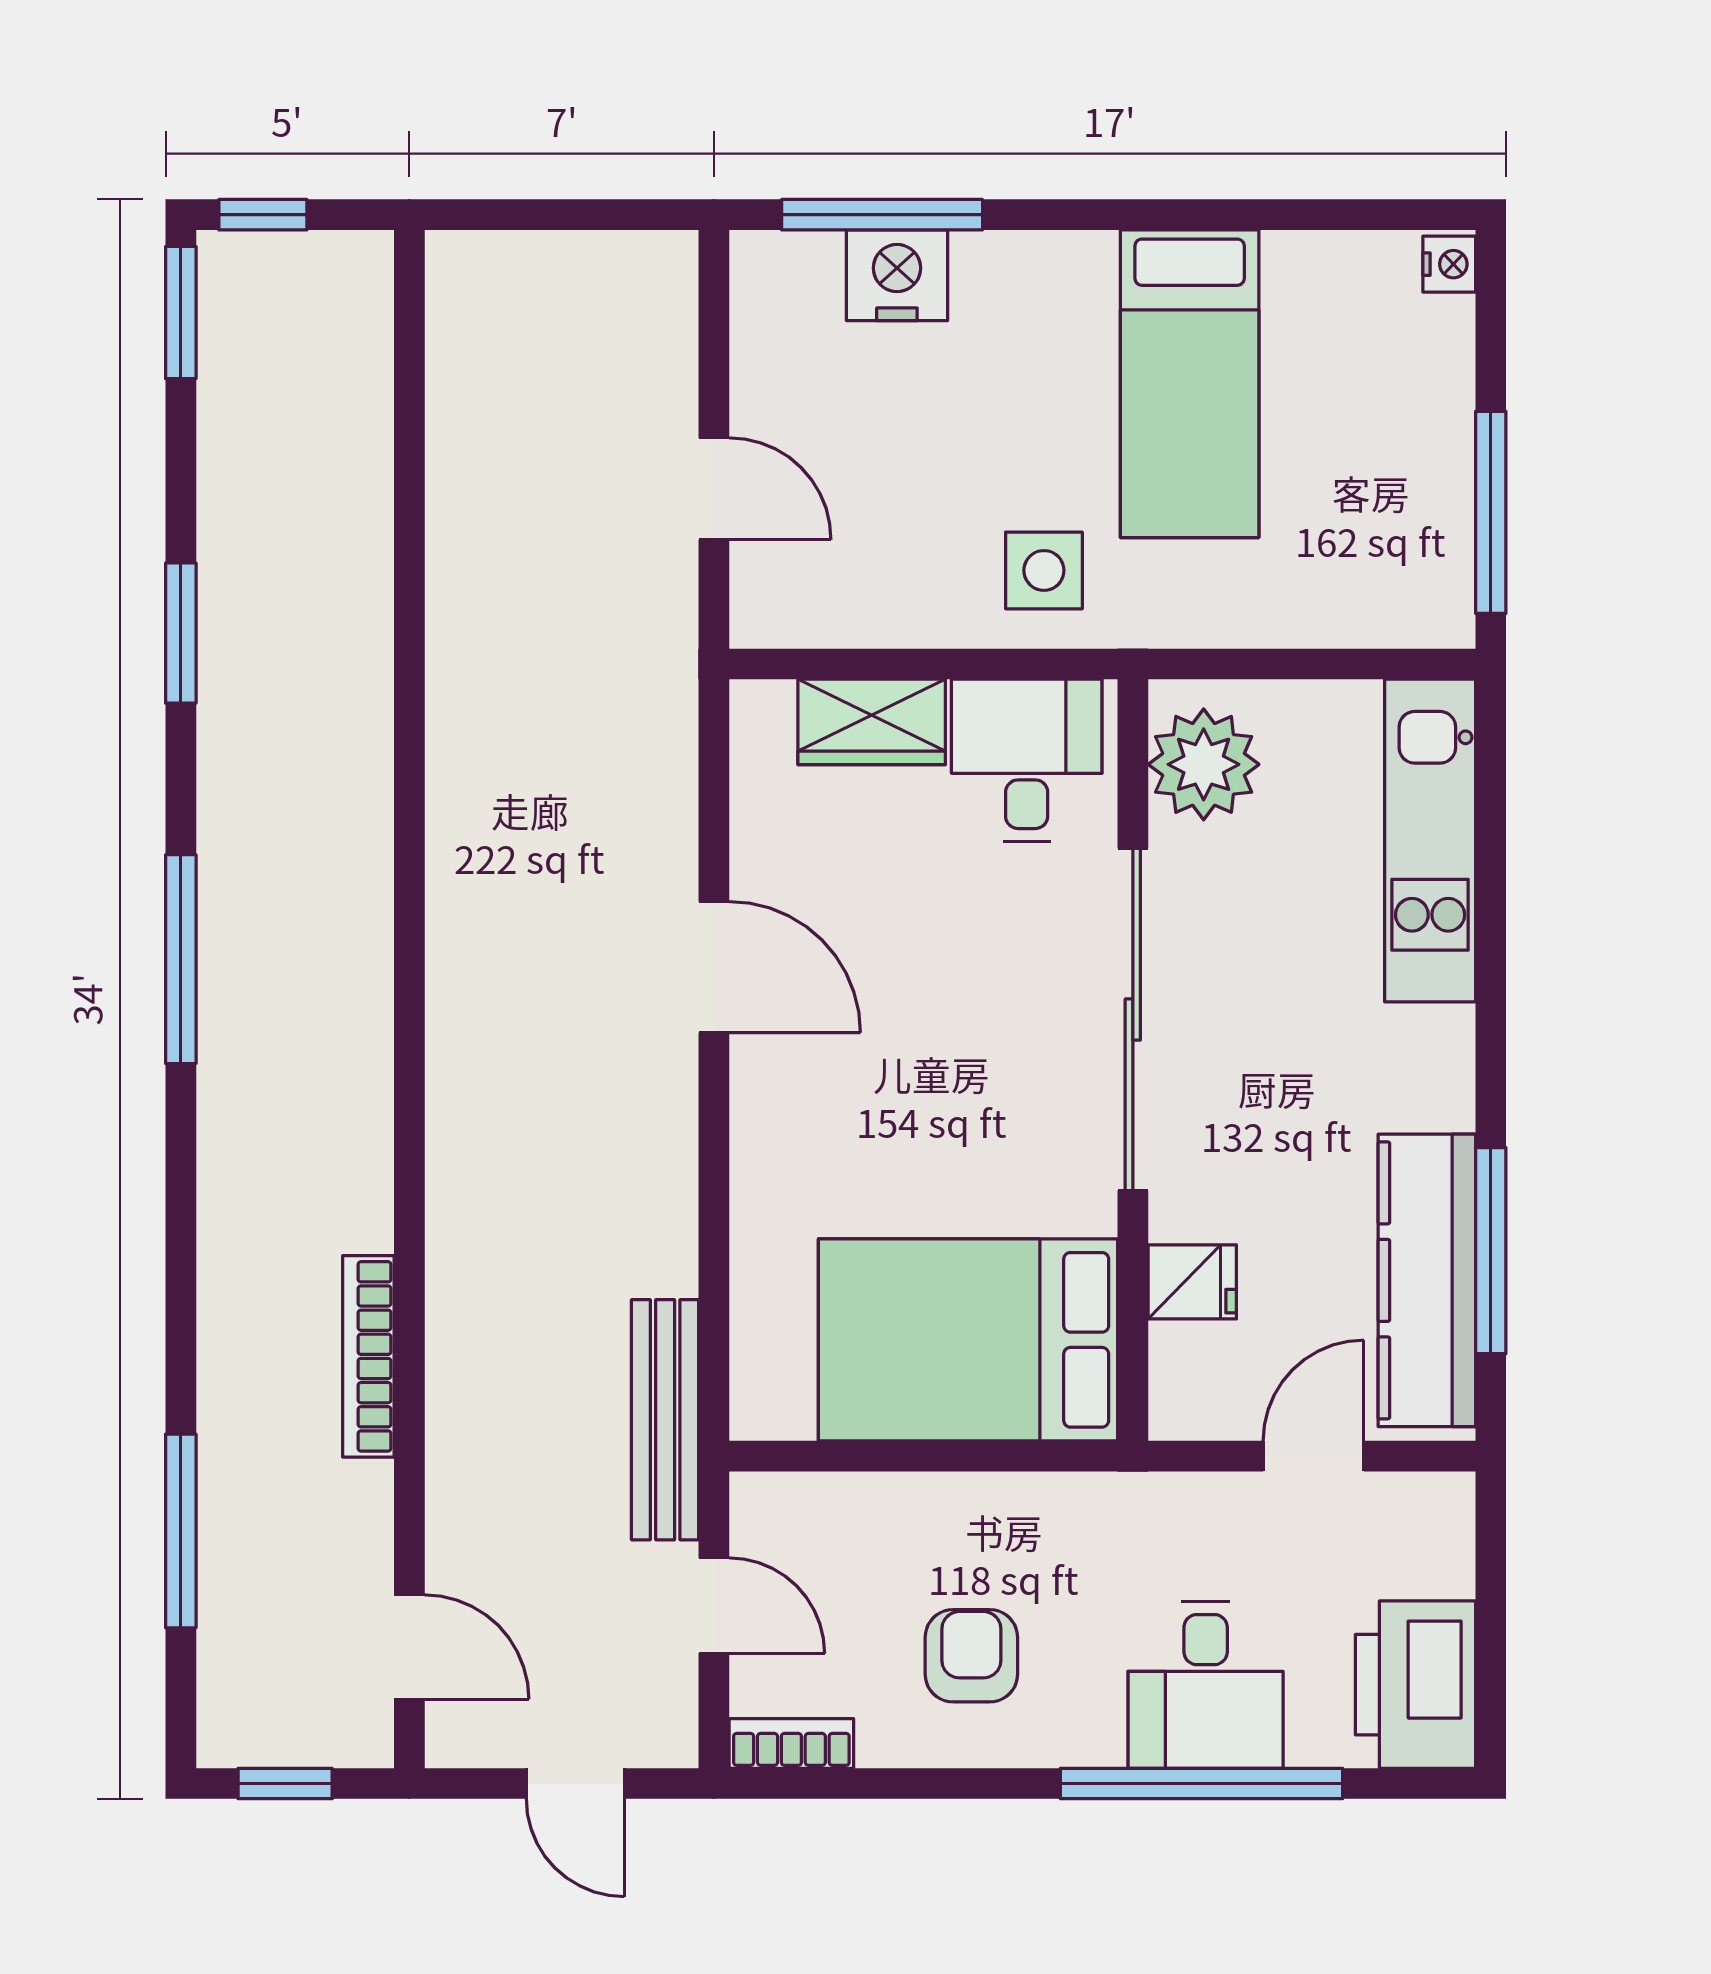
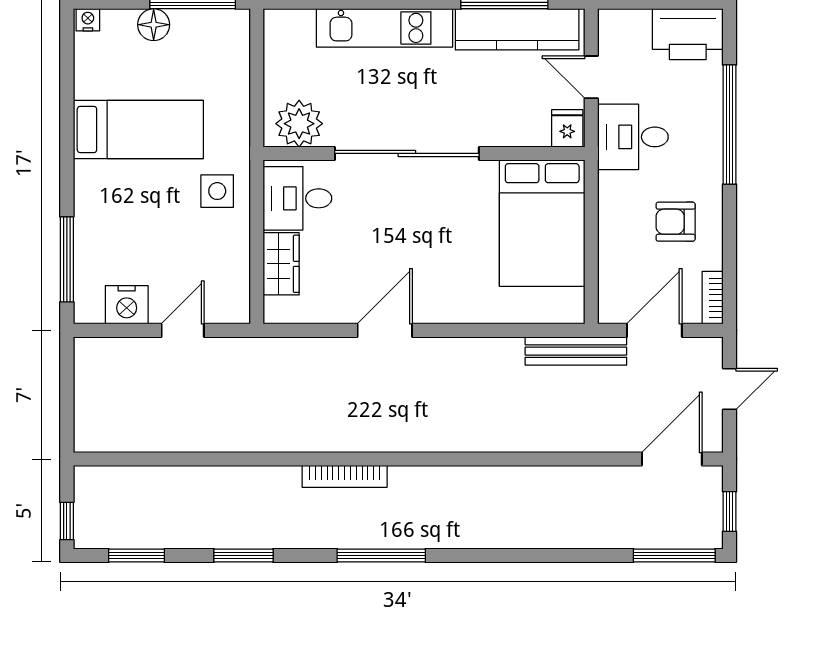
nightstand: (897, 275) -> (127, 305), moved, turned -90
window: (181, 313) -> (136, 556), moved
floor lamp: (1438, 420) -> (154, 25), added
kitchen unit: (1430, 841) -> (385, 28), moved
fridge: (1192, 1282) -> (567, 128), moved
bookcase: (368, 1356) -> (345, 476), moved
window: (181, 1531) -> (674, 556), moved
door: (714, 1606) -> (654, 330), width x1.38
door: (409, 1647) -> (672, 459), width x1.38
desk: (1206, 1685) -> (633, 137), moved, turned 180

